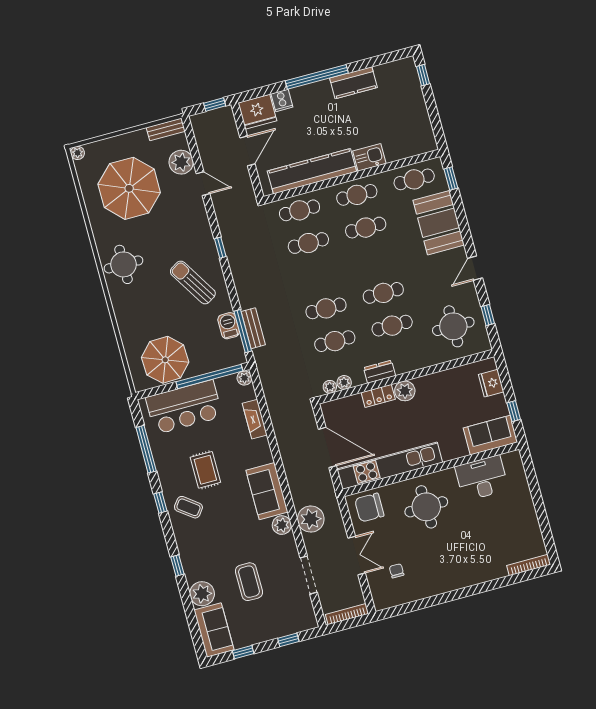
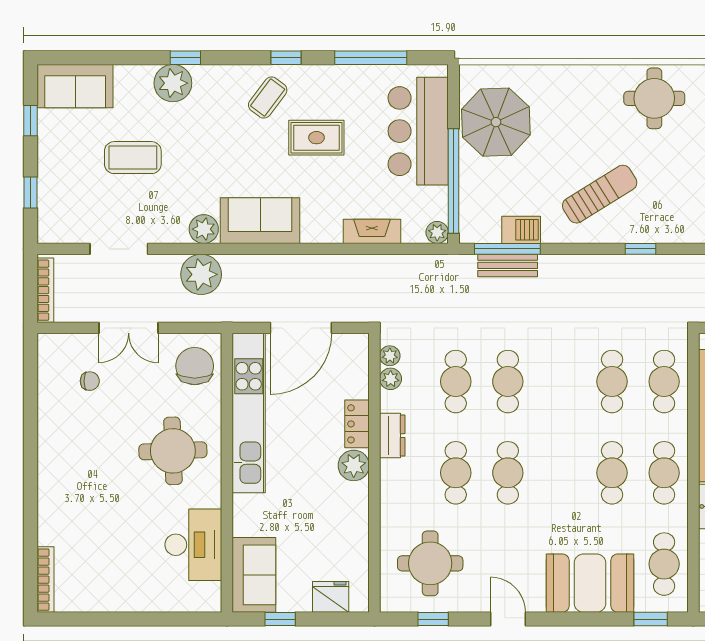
plant: (202, 594) -> (173, 83), moved

